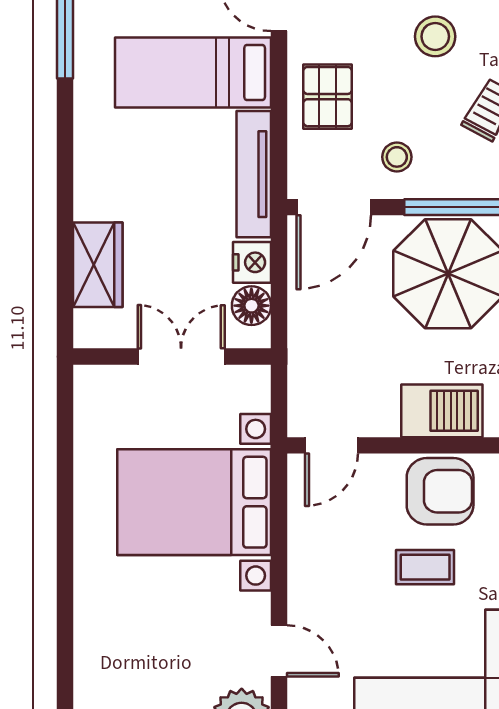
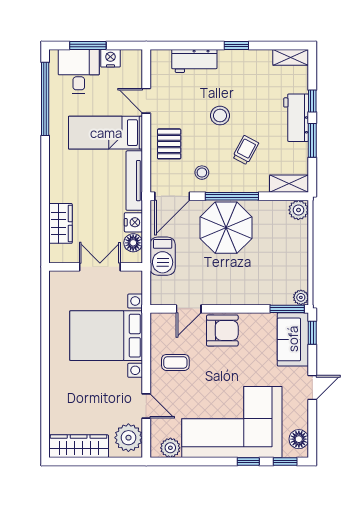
barbecue: (442, 411) -> (163, 256), moved, turned 90
door: (331, 445) -> (189, 309), moved
coffee table: (425, 567) -> (175, 362), moved

